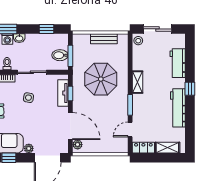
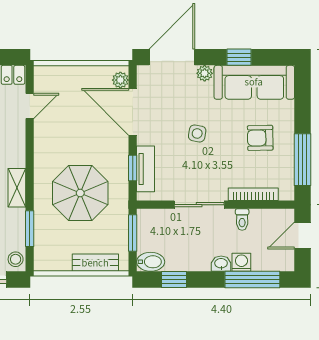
bench: (104, 39) -> (95, 263), moved
bidet: (60, 55) -> (151, 262), moved
side table: (28, 98) -> (197, 133), moved
window: (130, 105) -> (30, 229), moved

